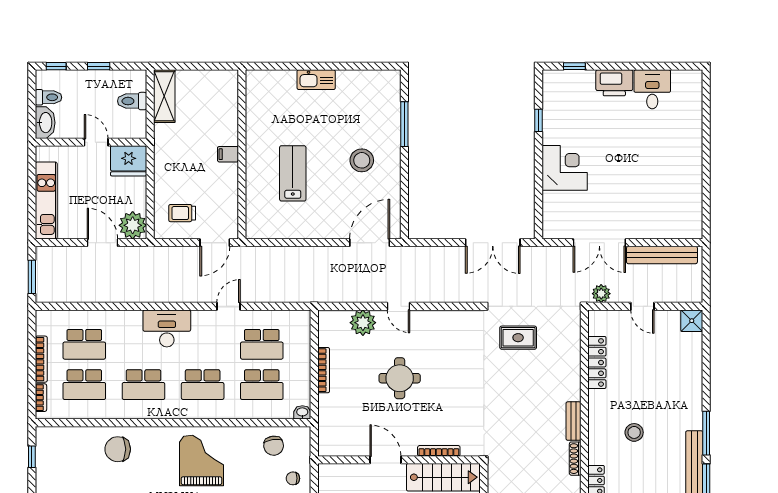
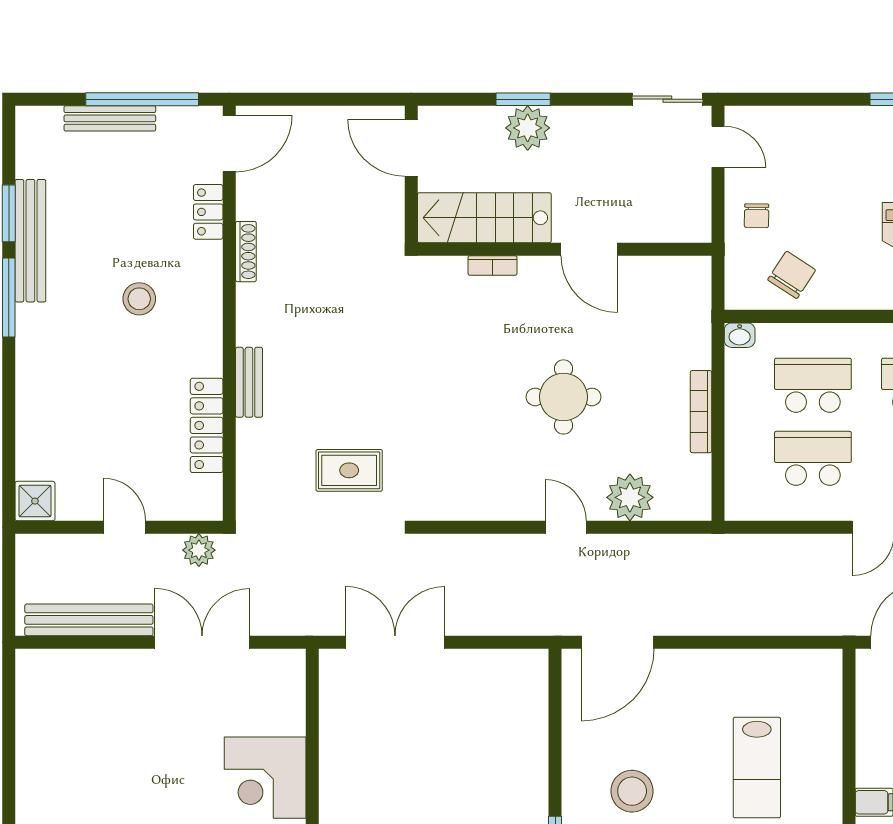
bench: (573, 421) -> (249, 382), moved
chair: (274, 446) -> (792, 275), turned 41
bookcase: (439, 451) -> (493, 265), width x0.64
chair: (293, 478) -> (757, 216), turned 91

